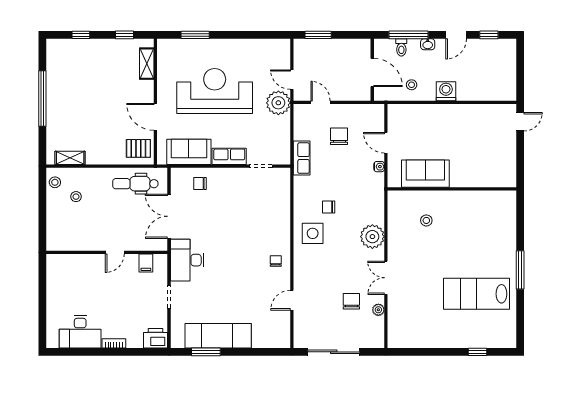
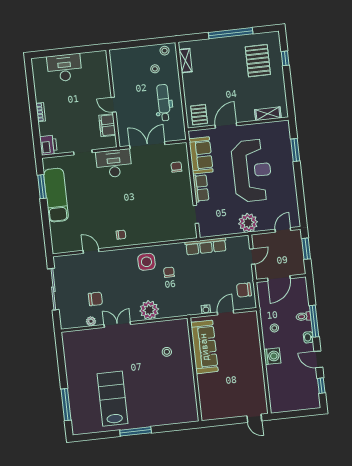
window: (124, 35) -> (289, 93), removed
pallet: (80, 69) -> (258, 61), added
wall: (372, 70) -> (281, 278), moved
door: (372, 72) -> (279, 278), moved
door: (292, 80) -> (283, 230), moved
chair: (339, 136) -> (244, 290), moved, turned 180
row of seats: (302, 158) -> (206, 246), width x1.48
sofa: (425, 174) -> (204, 347), width x1.36
dental chair: (135, 184) -> (164, 103), moved
filing cabinet: (146, 263) -> (107, 125), width x2.00
desk: (80, 332) -> (64, 68), moved, turned 90
window: (478, 352) -> (66, 405), width x2.17

